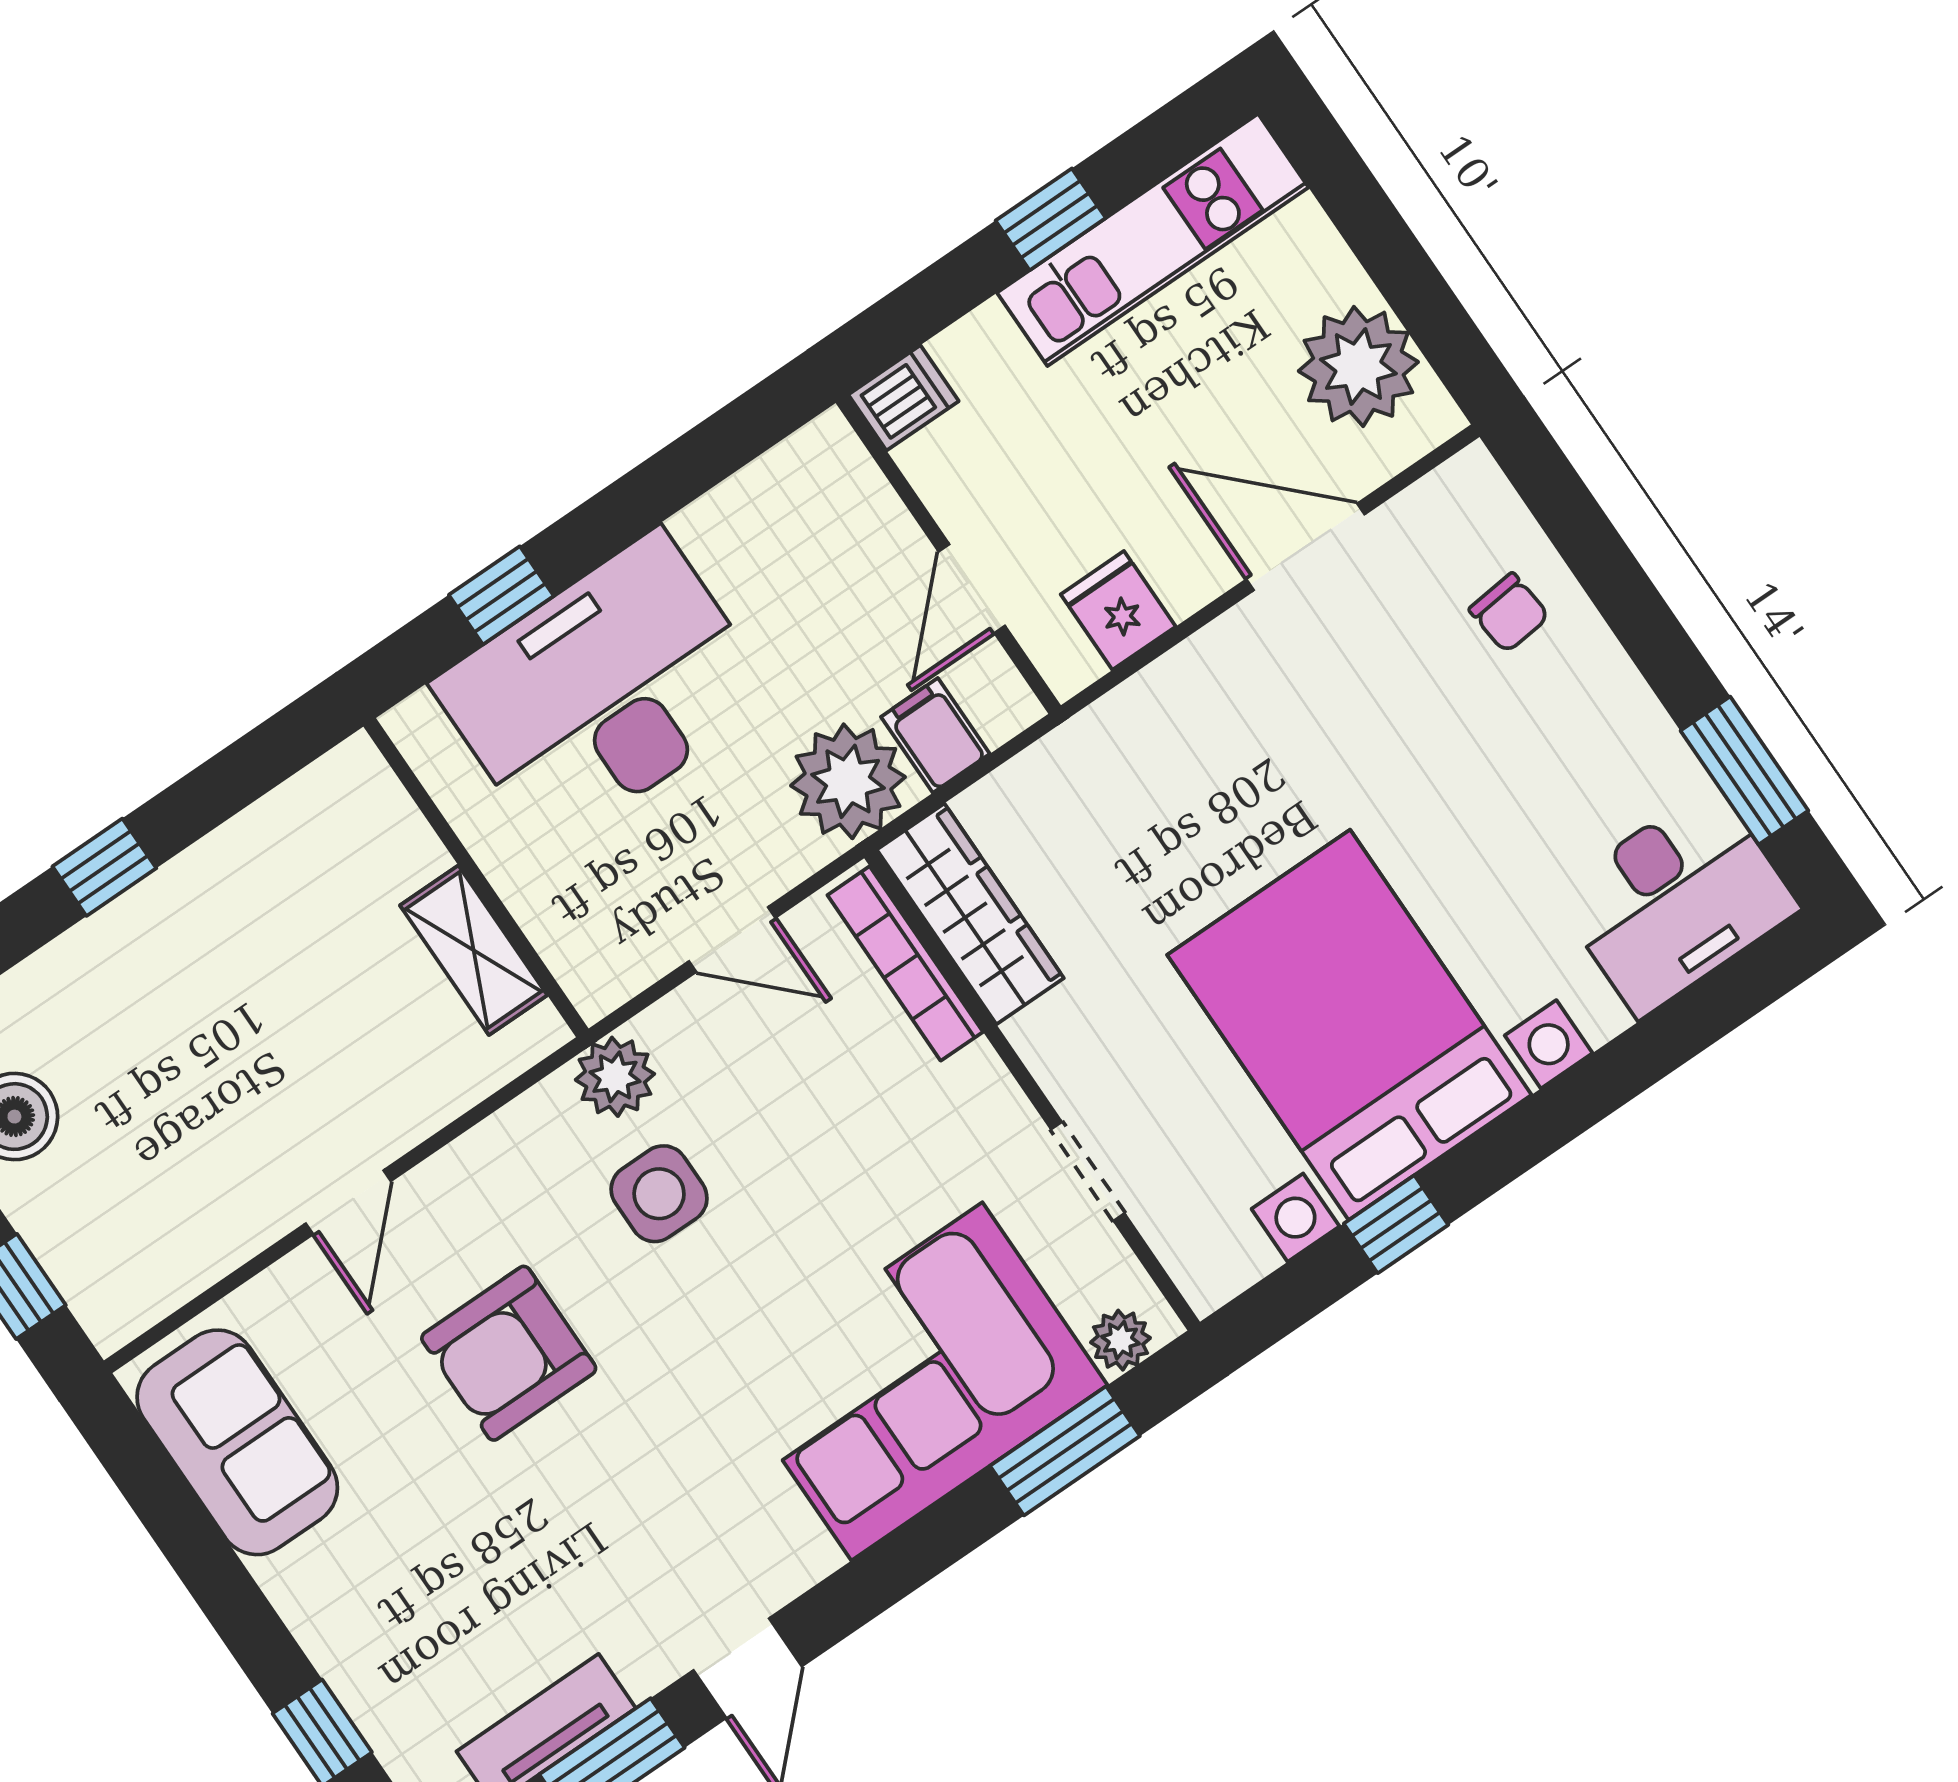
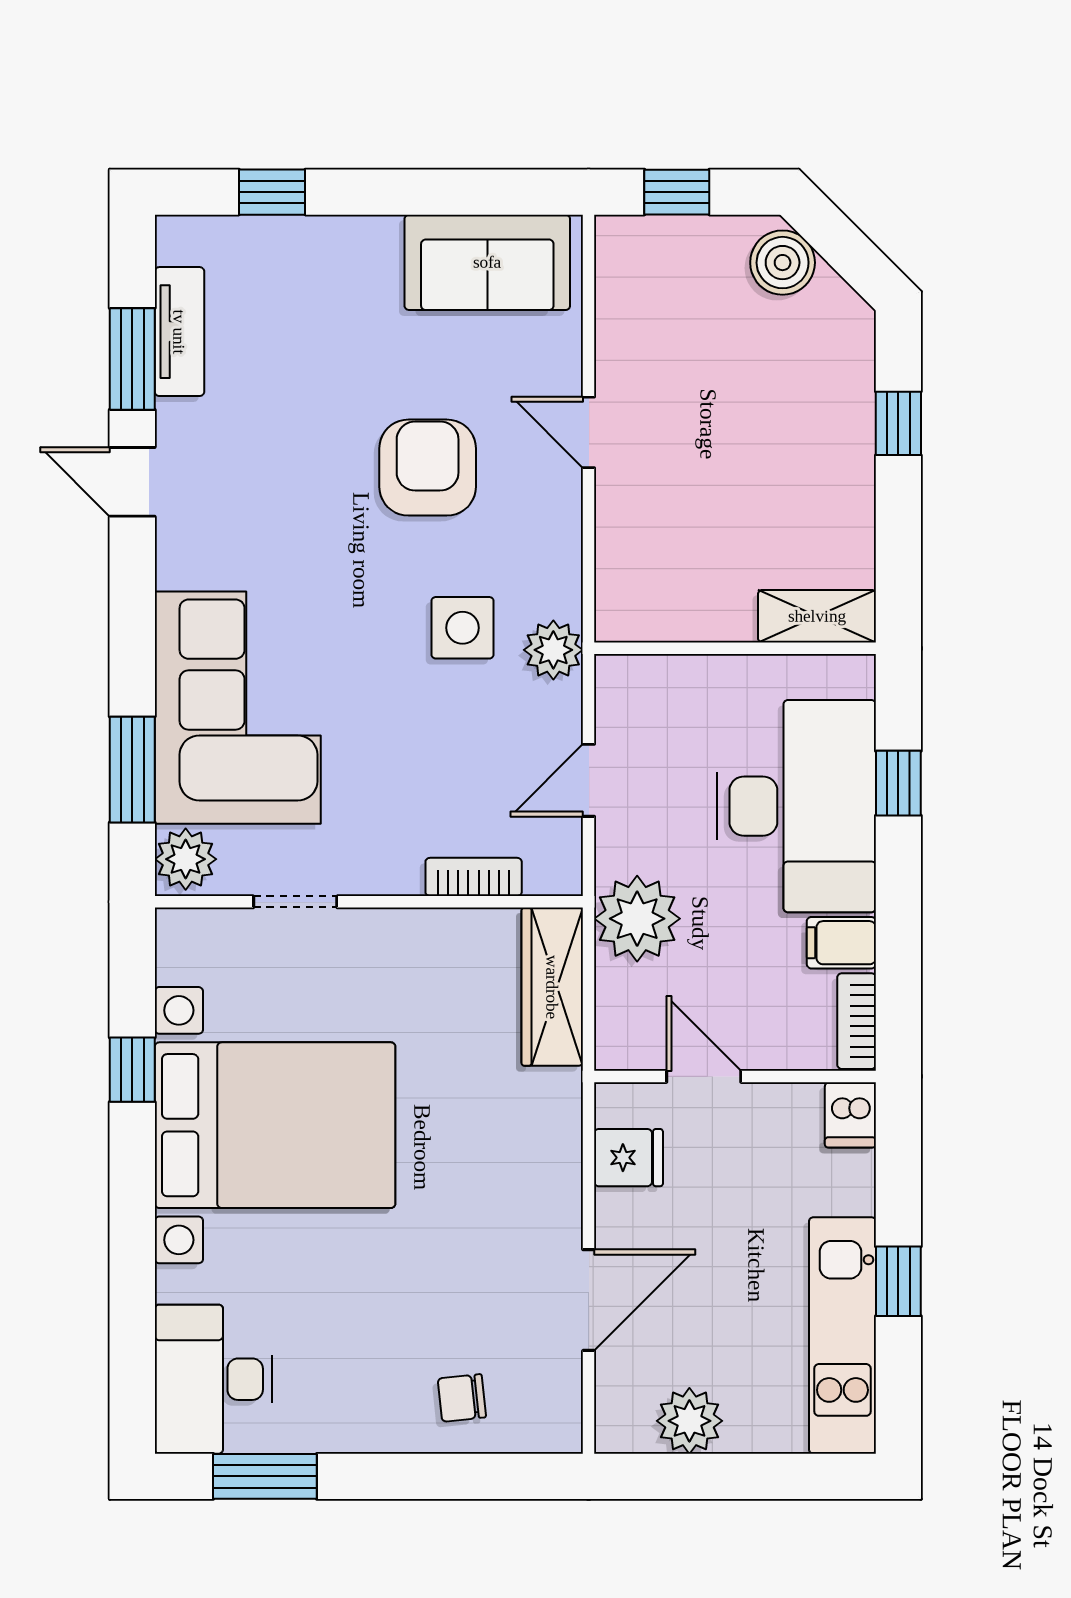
plant: (1358, 367) -> (689, 1421), width x0.73, depth x0.73
bookcase: (795, 462) -> (857, 1021), added
filing cabinet: (935, 735) -> (841, 943), moved, turned 180
wardrobe: (970, 914) -> (552, 987), moved, turned 90
shelving: (474, 950) -> (817, 616), moved
bookcase: (905, 963) -> (474, 877), width x0.64
plant: (1120, 1340) -> (186, 859), width x1.38, depth x1.38

